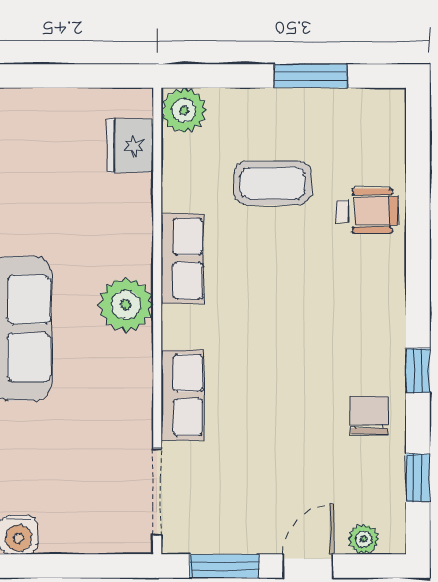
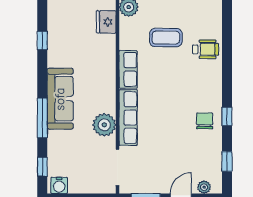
plant: (126, 305) -> (104, 125), moved
row of seats: (183, 395) -> (128, 118), width x1.48
chair: (369, 415) -> (205, 121), moved

